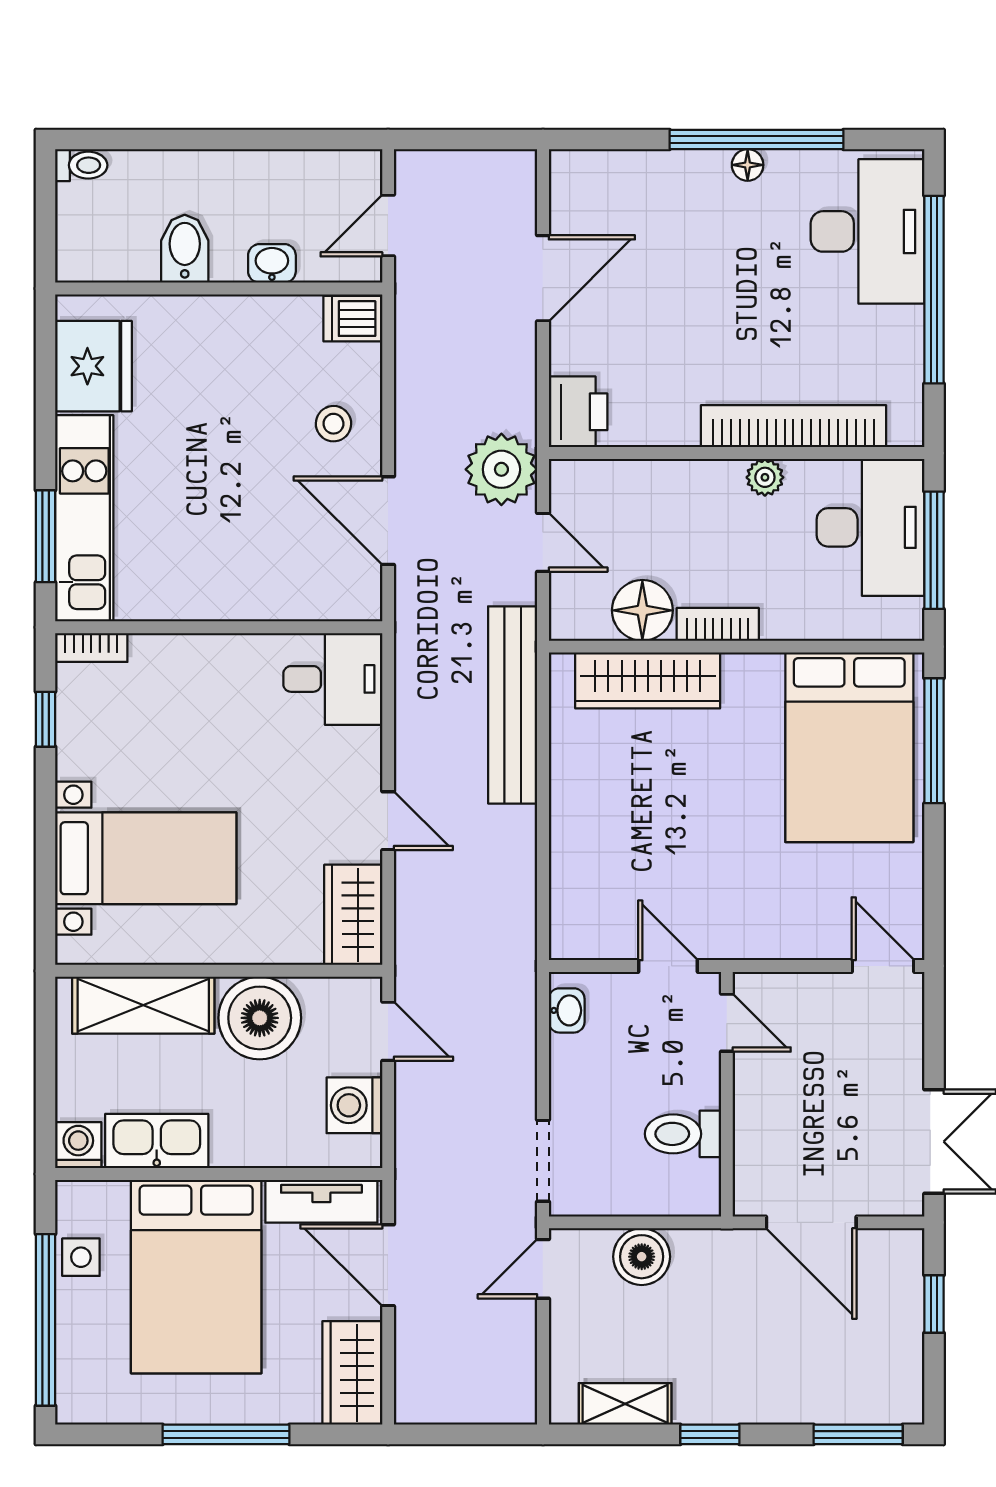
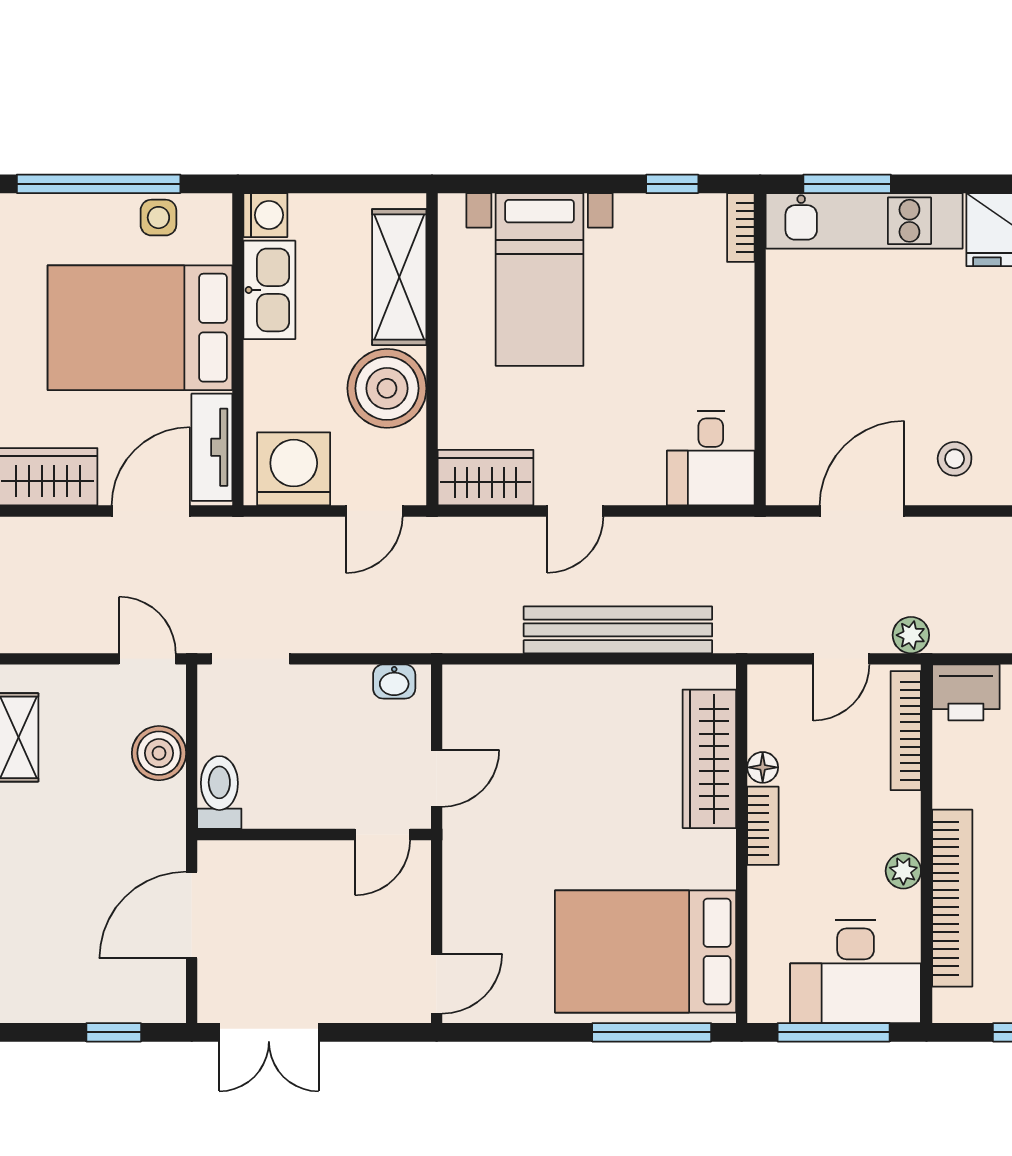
plant: (501, 469) -> (911, 635), width x0.53, depth x0.53
bookcase: (618, 475) -> (906, 731), added
floor lamp: (642, 610) -> (763, 767), width x0.53, depth x0.53
bench: (513, 705) -> (618, 630), moved
washing machine: (354, 1105) -> (294, 469), width x1.37, depth x1.37
toilet: (683, 1134) -> (219, 793), moved

